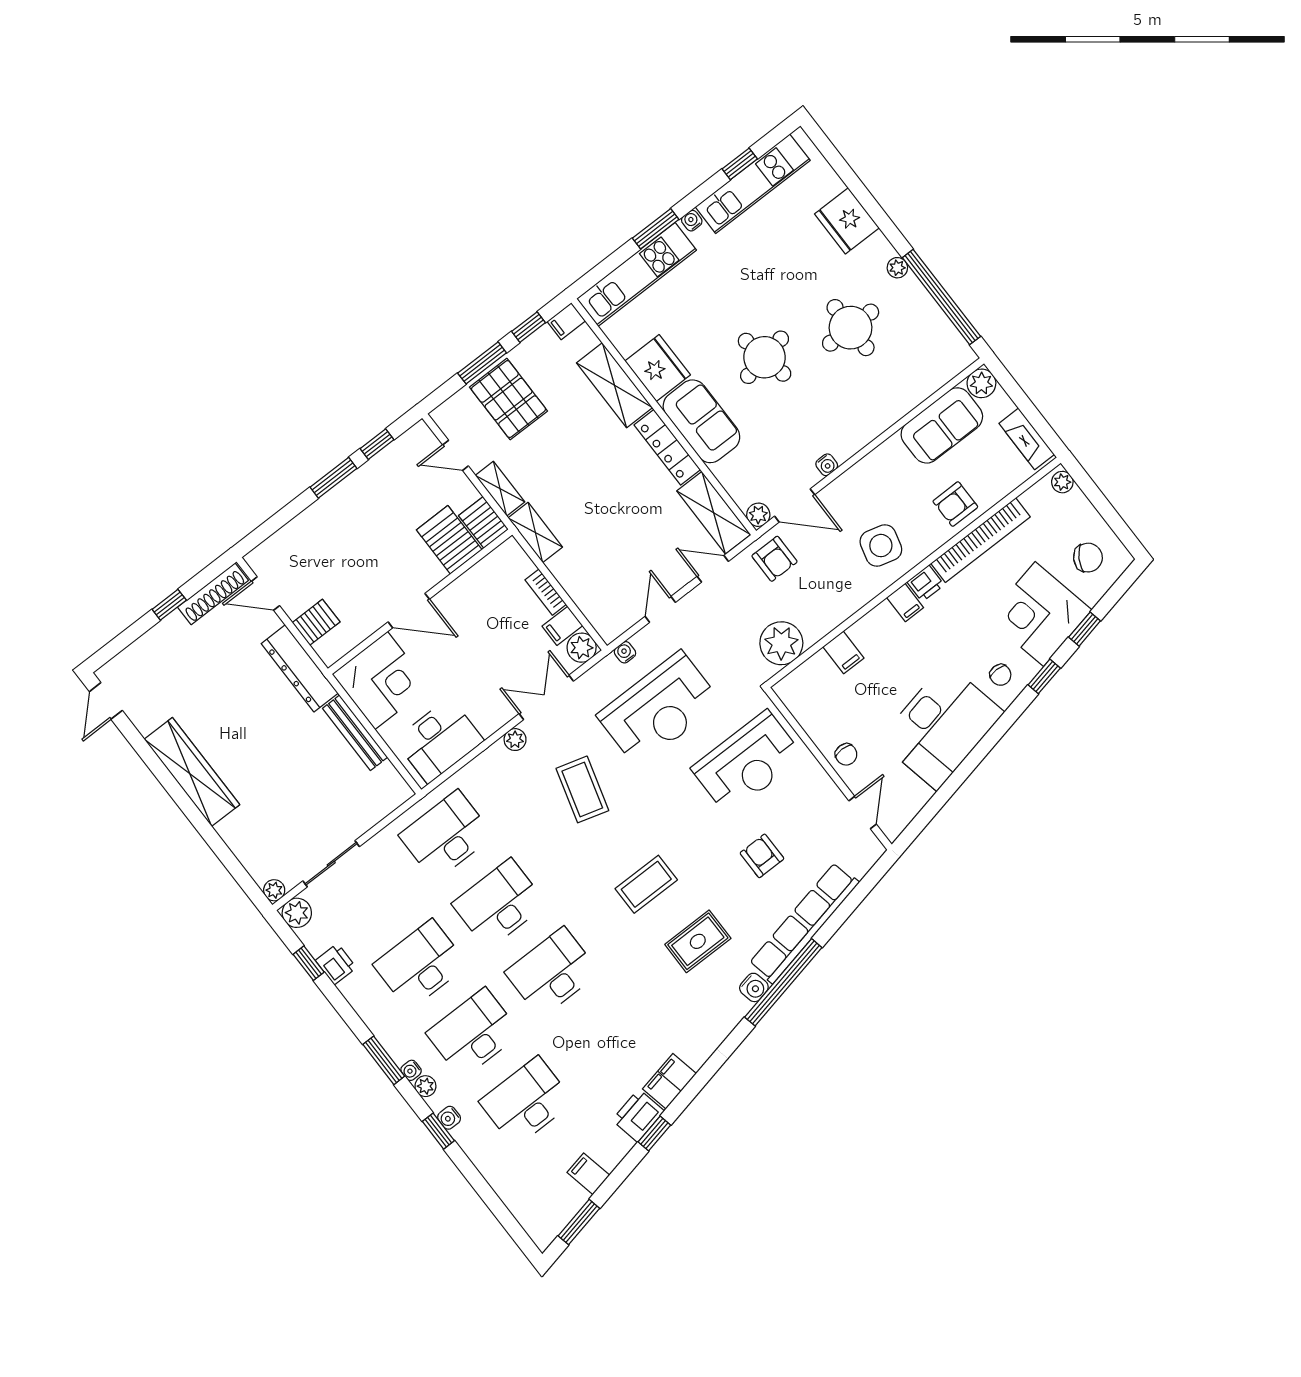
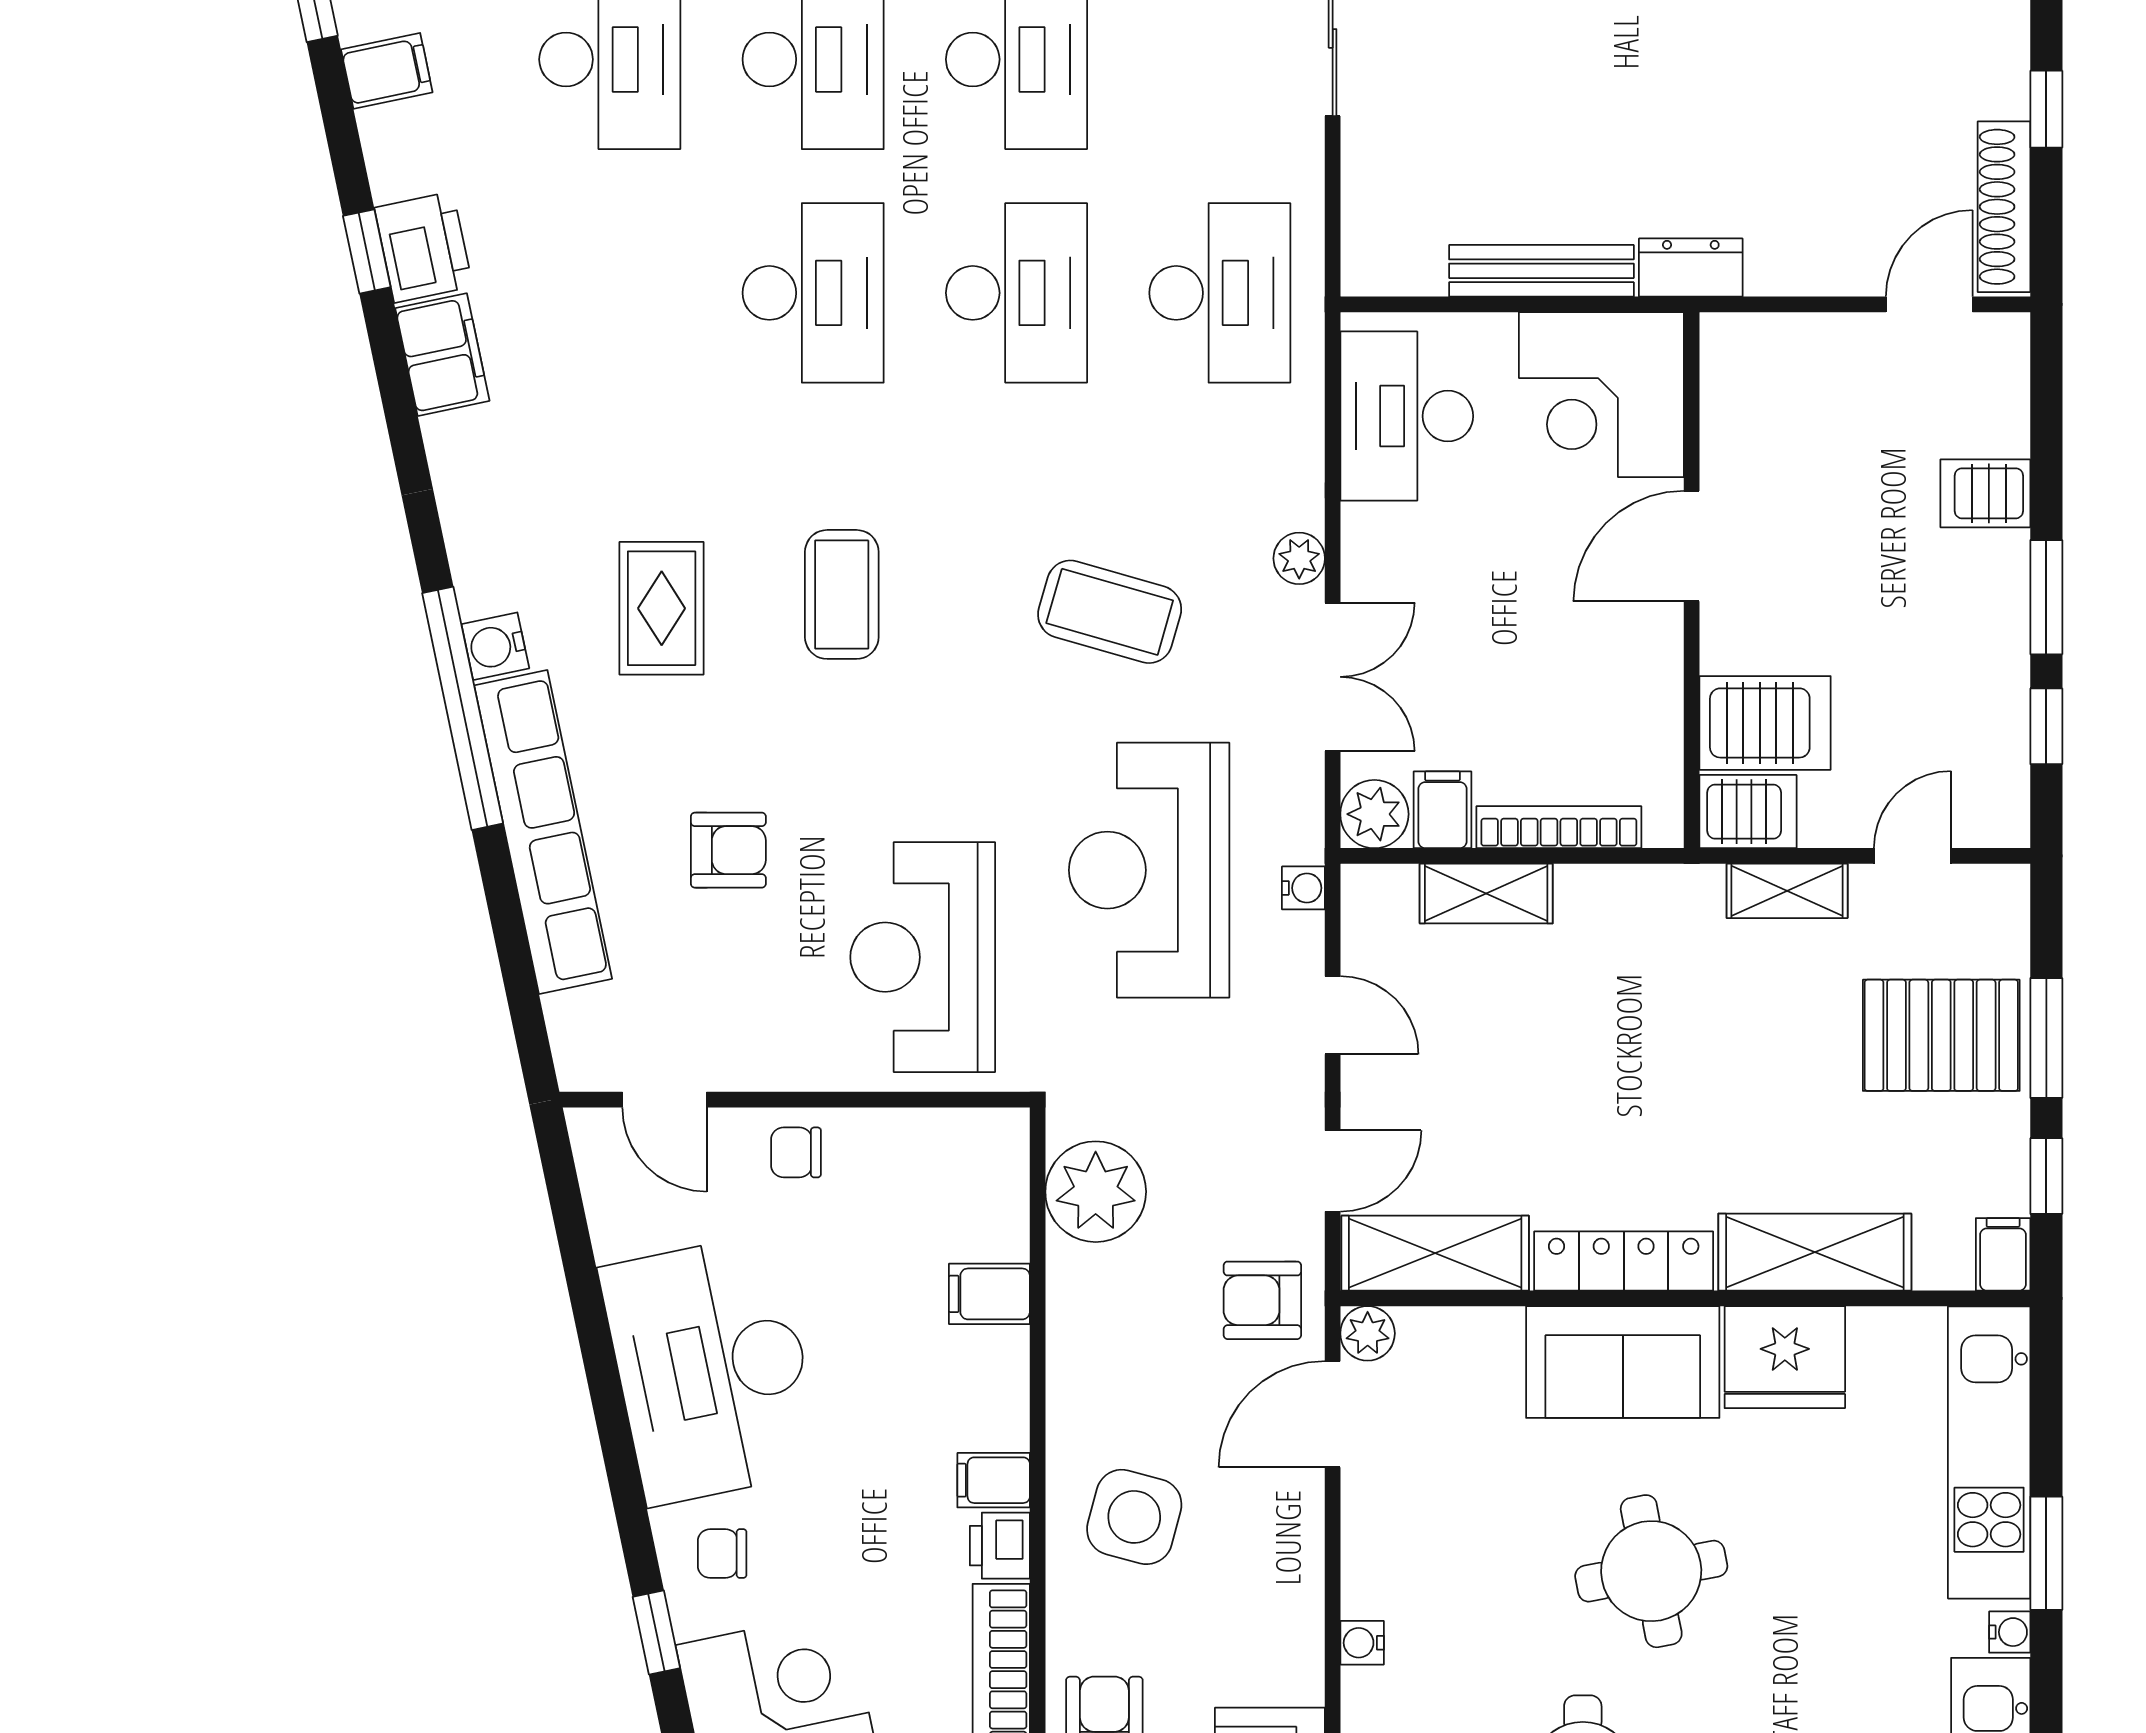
water cooler: (827, 465) -> (1362, 1643), moved
shelving: (535, 532) -> (1486, 894), moved
bookcase: (546, 592) -> (1559, 827), width x1.56
server rack: (316, 622) -> (1985, 493), moved, turned 90
dresser: (300, 668) -> (1691, 268), width x0.51, depth x0.80

